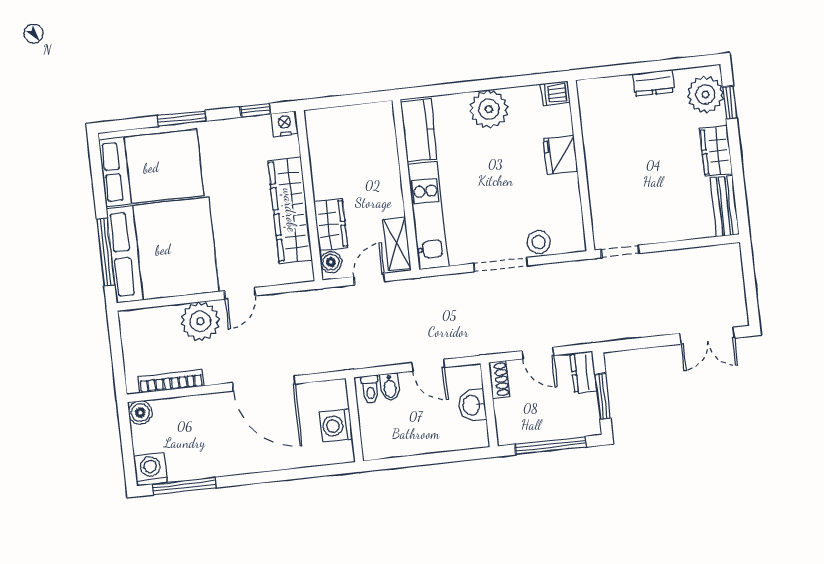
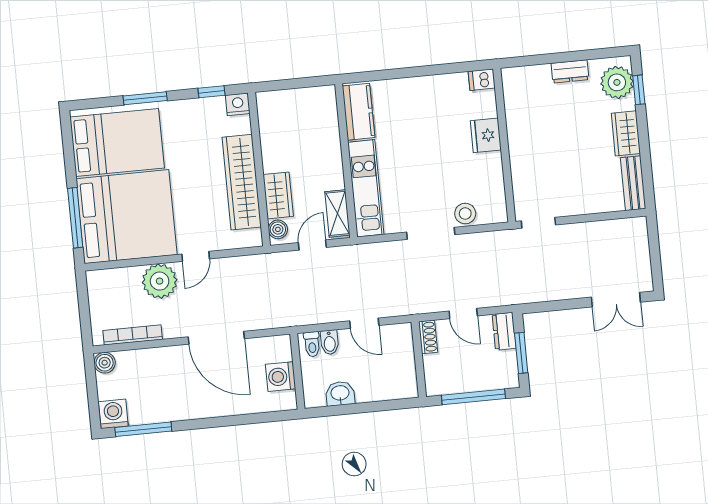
plant: (489, 109) -> (422, 93), removed
washbasin: (472, 405) -> (340, 394), moved, turned 90

